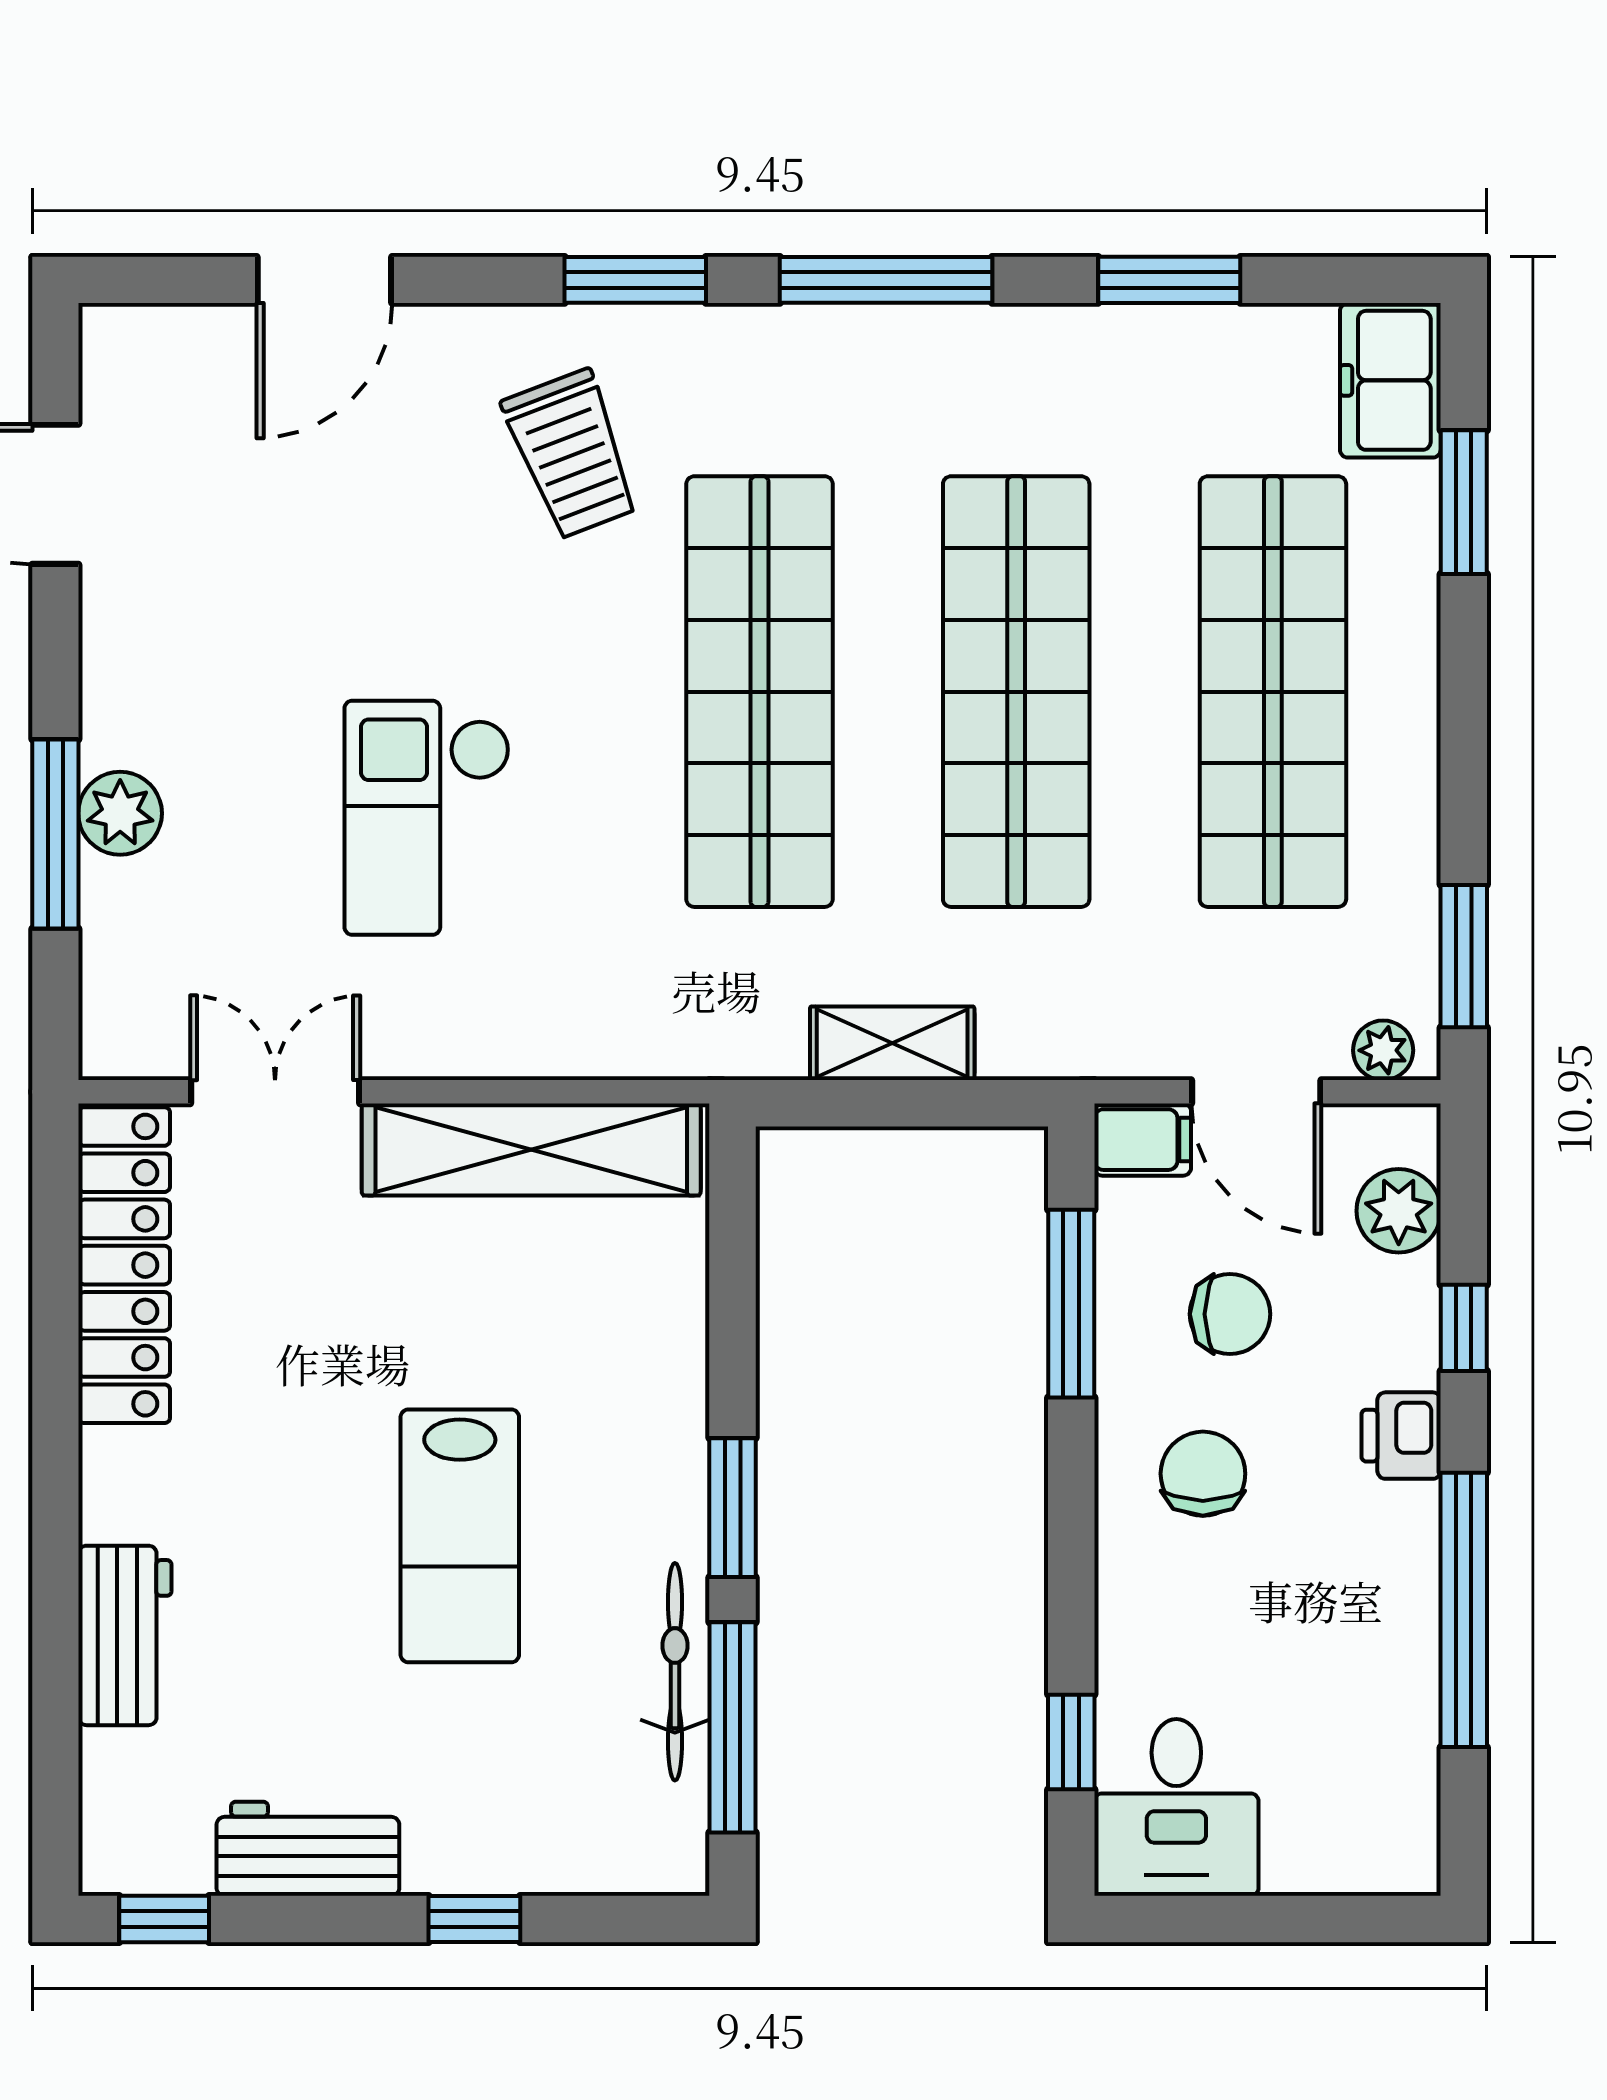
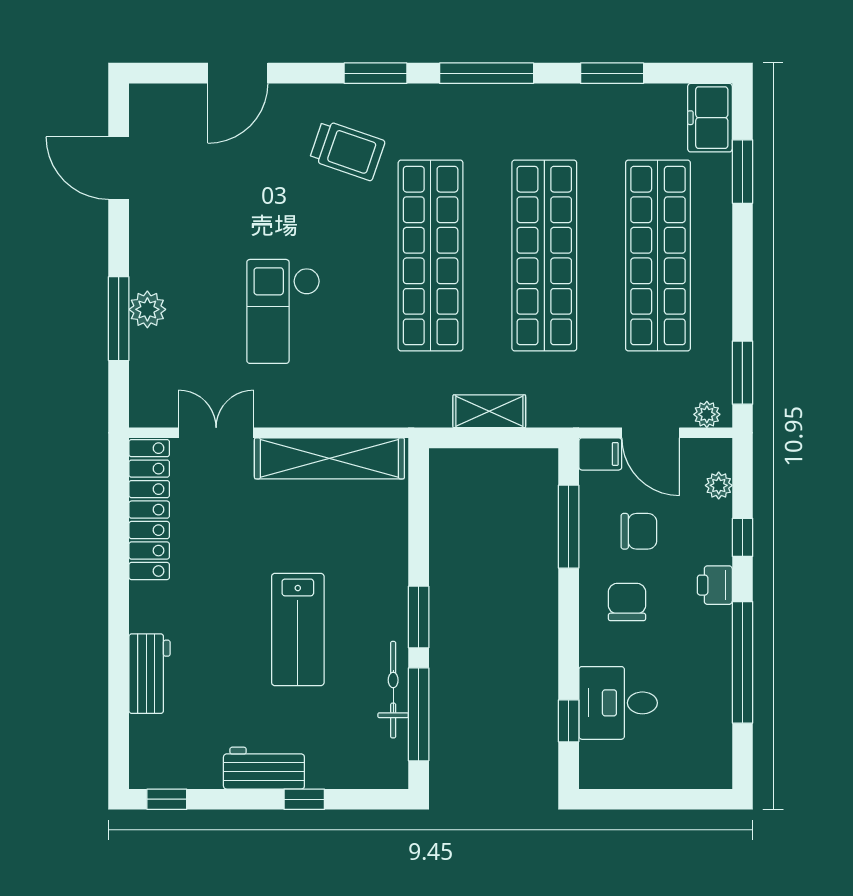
trolley: (571, 454) -> (347, 150), turned -50
plant: (1399, 1211) -> (719, 485), width x0.73, depth x0.73
desk: (1176, 1807) -> (618, 703), moved, turned 90
workbench: (308, 1849) -> (264, 768), moved

